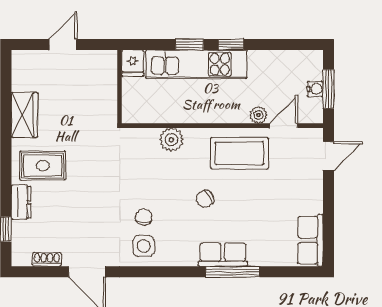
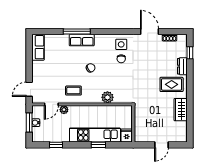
window: (231, 44) -> (56, 145), moved
coffee table: (239, 153) -> (73, 91), width x0.54, depth x0.58

